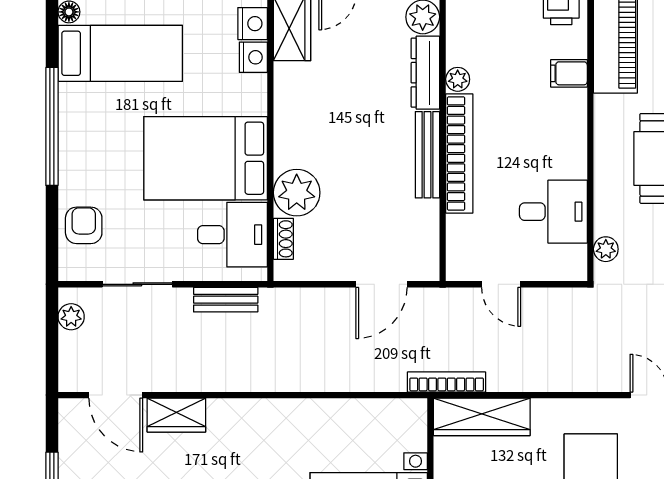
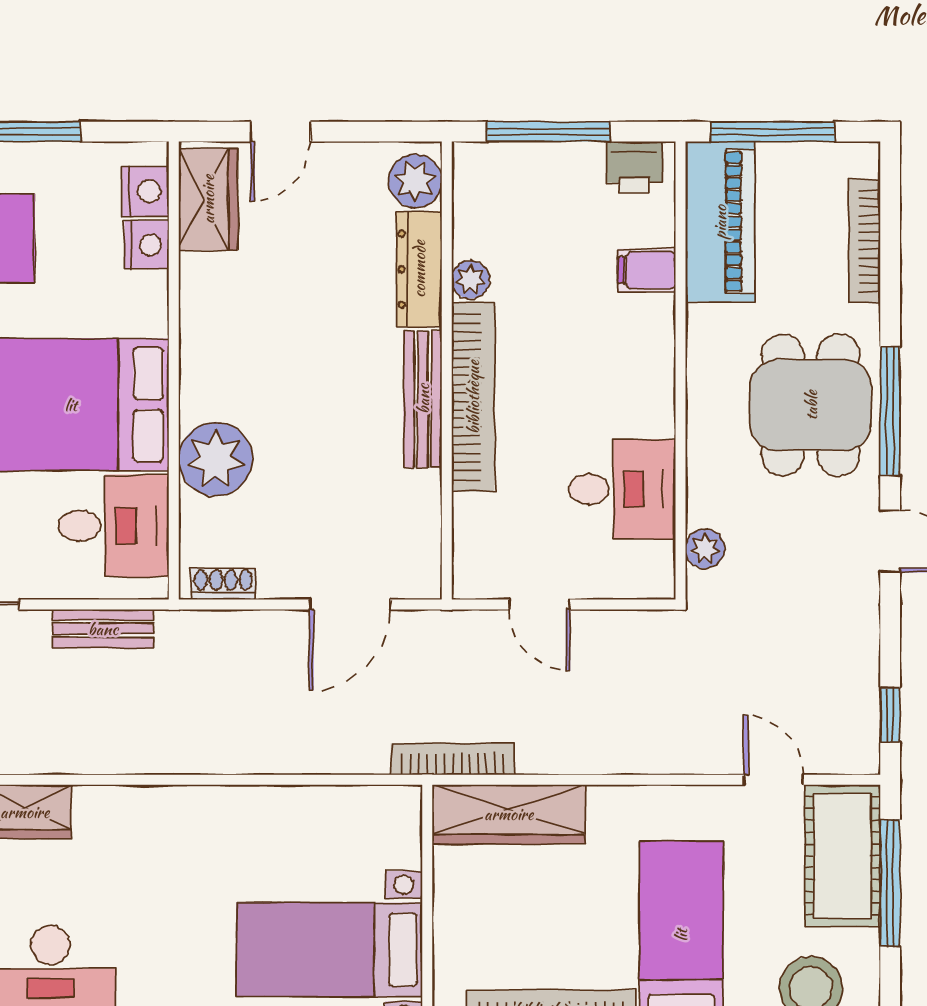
shoe rack: (283, 239) -> (223, 584), moved, turned -90

